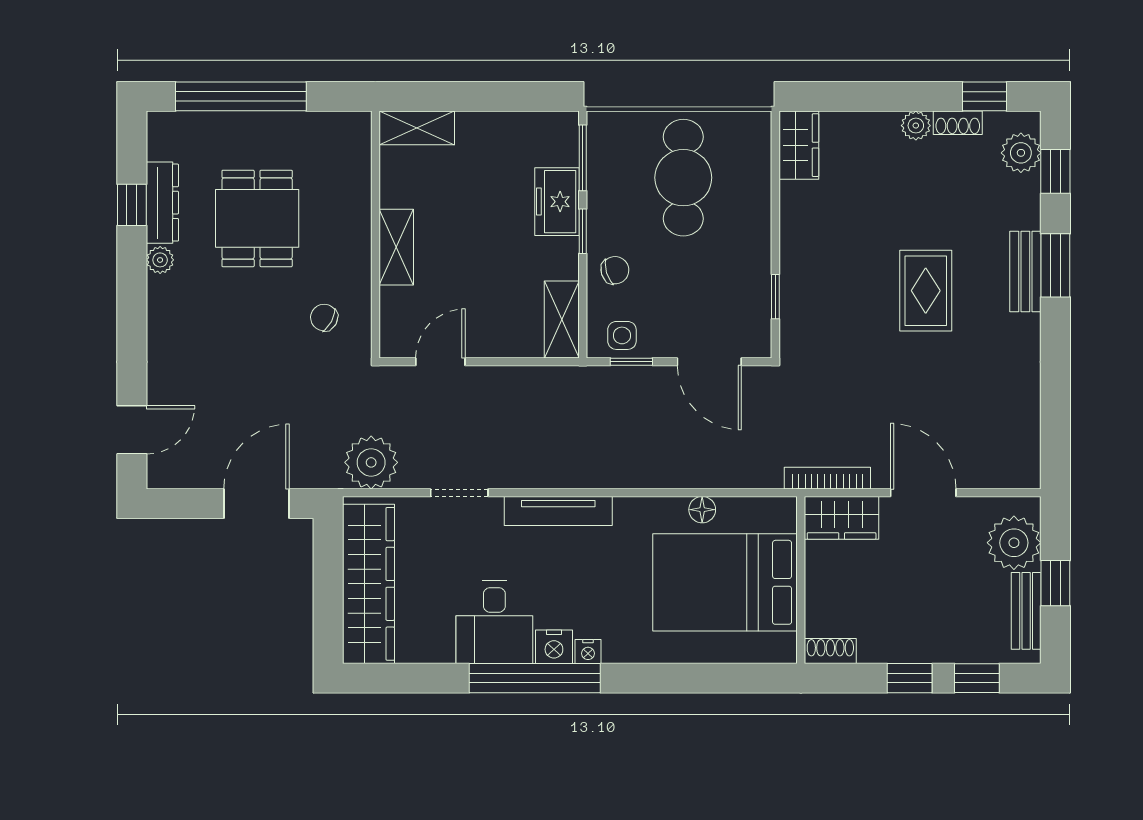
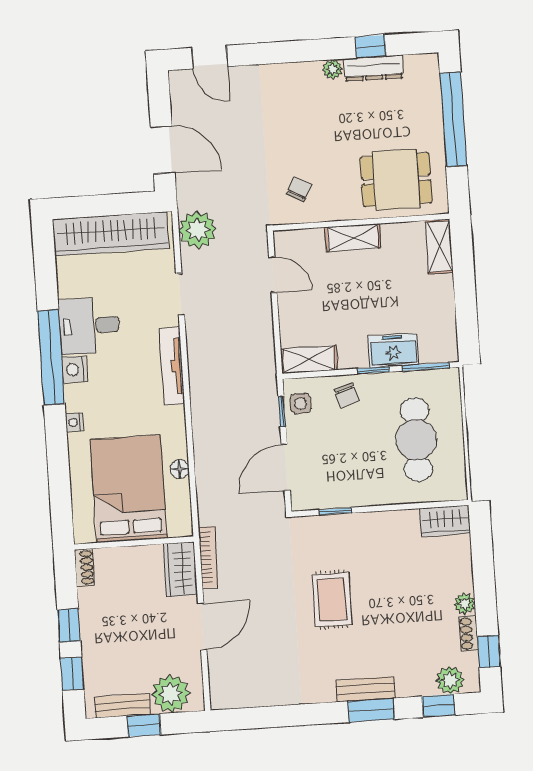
cafe table: (683, 178) -> (416, 440), turned 90
dining table: (257, 218) -> (396, 180), moved
rug: (926, 291) -> (332, 600), moved, turned 90
nightstand: (588, 652) -> (75, 422), moved

